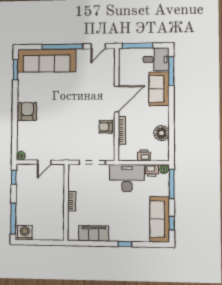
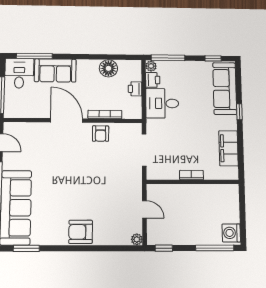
desk: (127, 178) -> (162, 103), width x0.73
sofa: (160, 219) -> (225, 88), moved, turned 90

